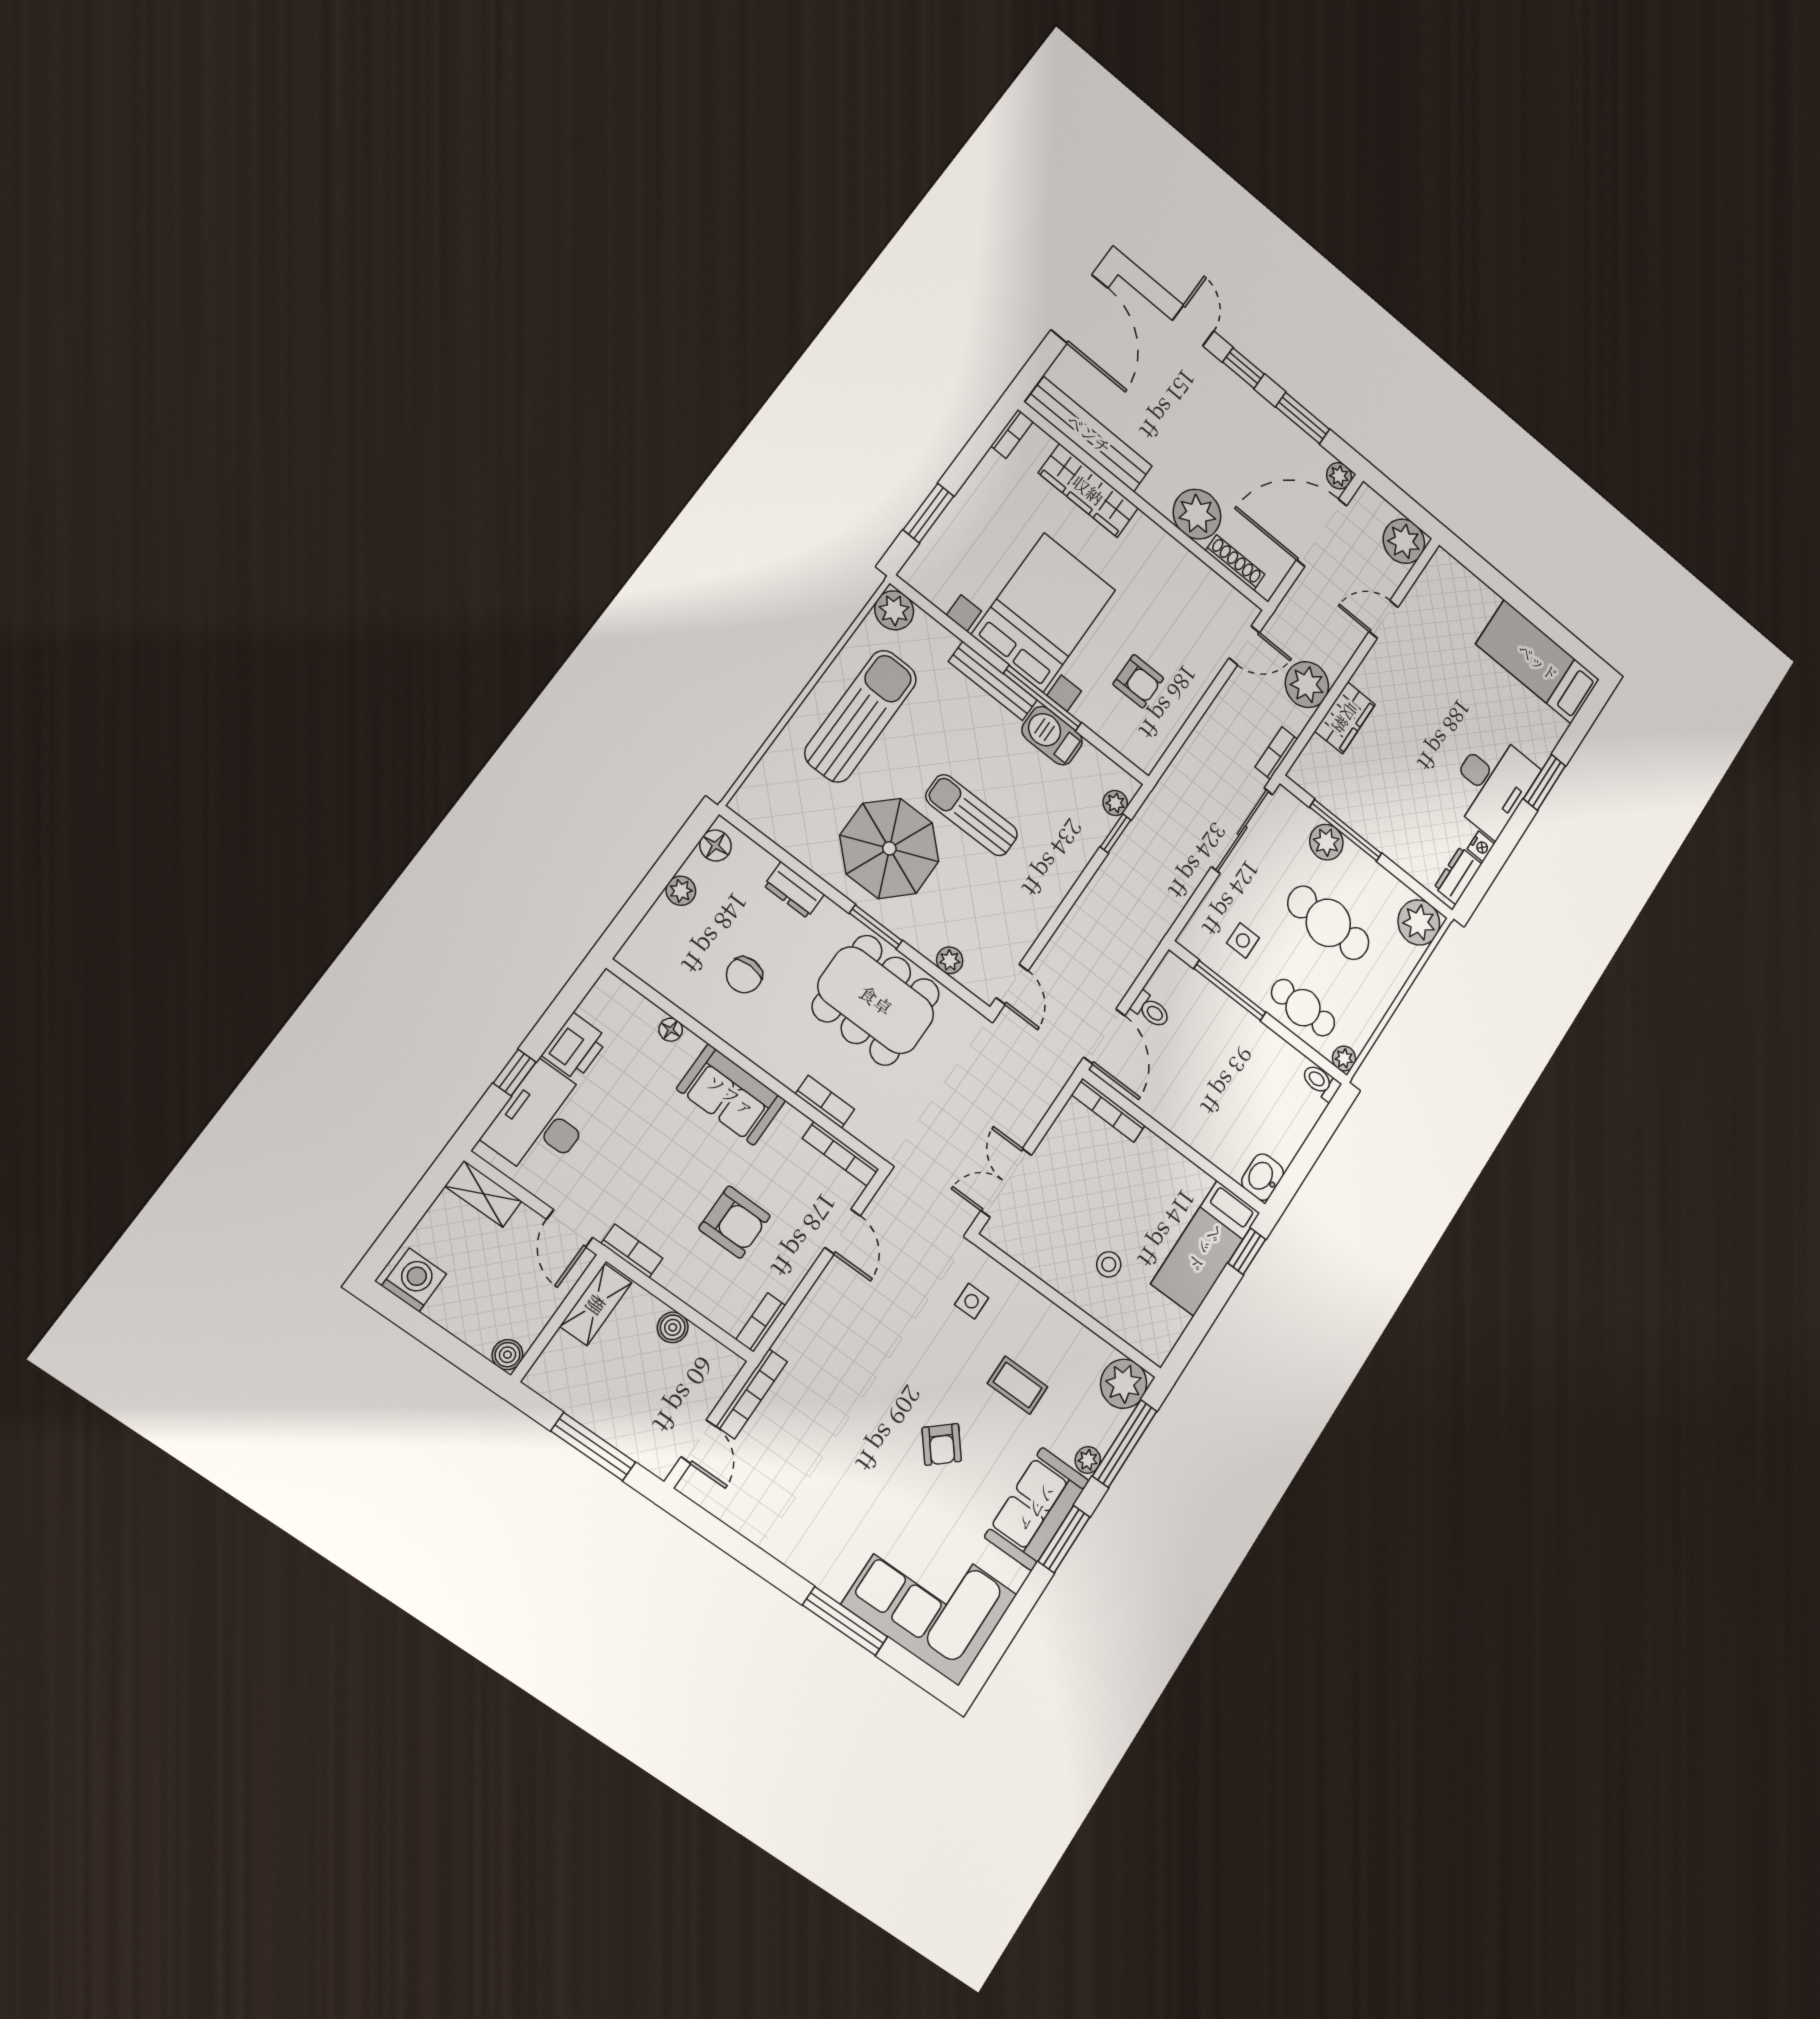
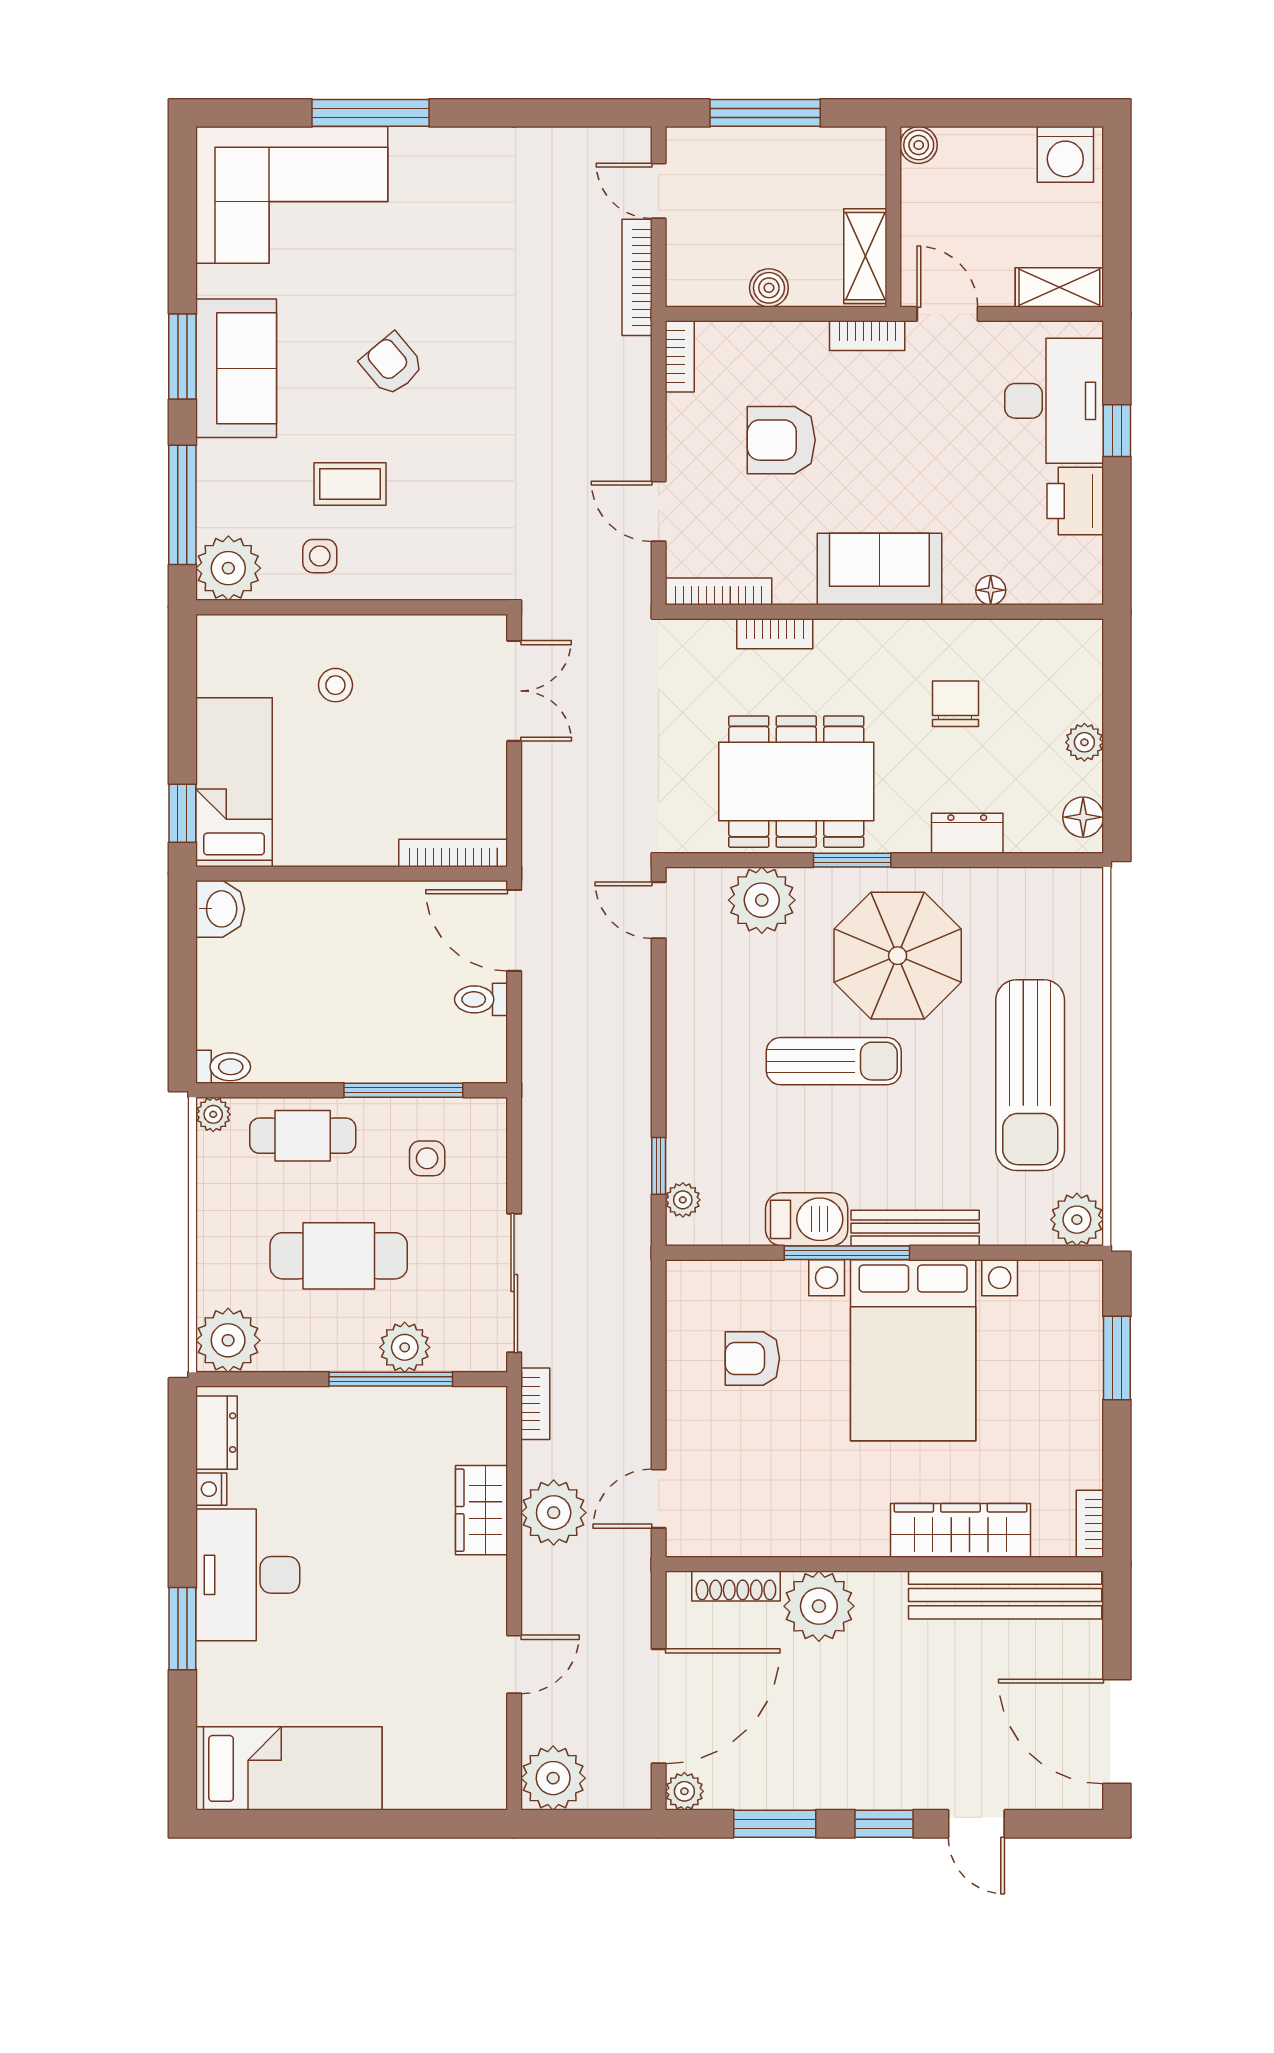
plant: (950, 960) -> (762, 900), width x1.88, depth x1.88
side table: (972, 1301) -> (320, 556), moved
plant: (1088, 1460) -> (213, 459), removed

